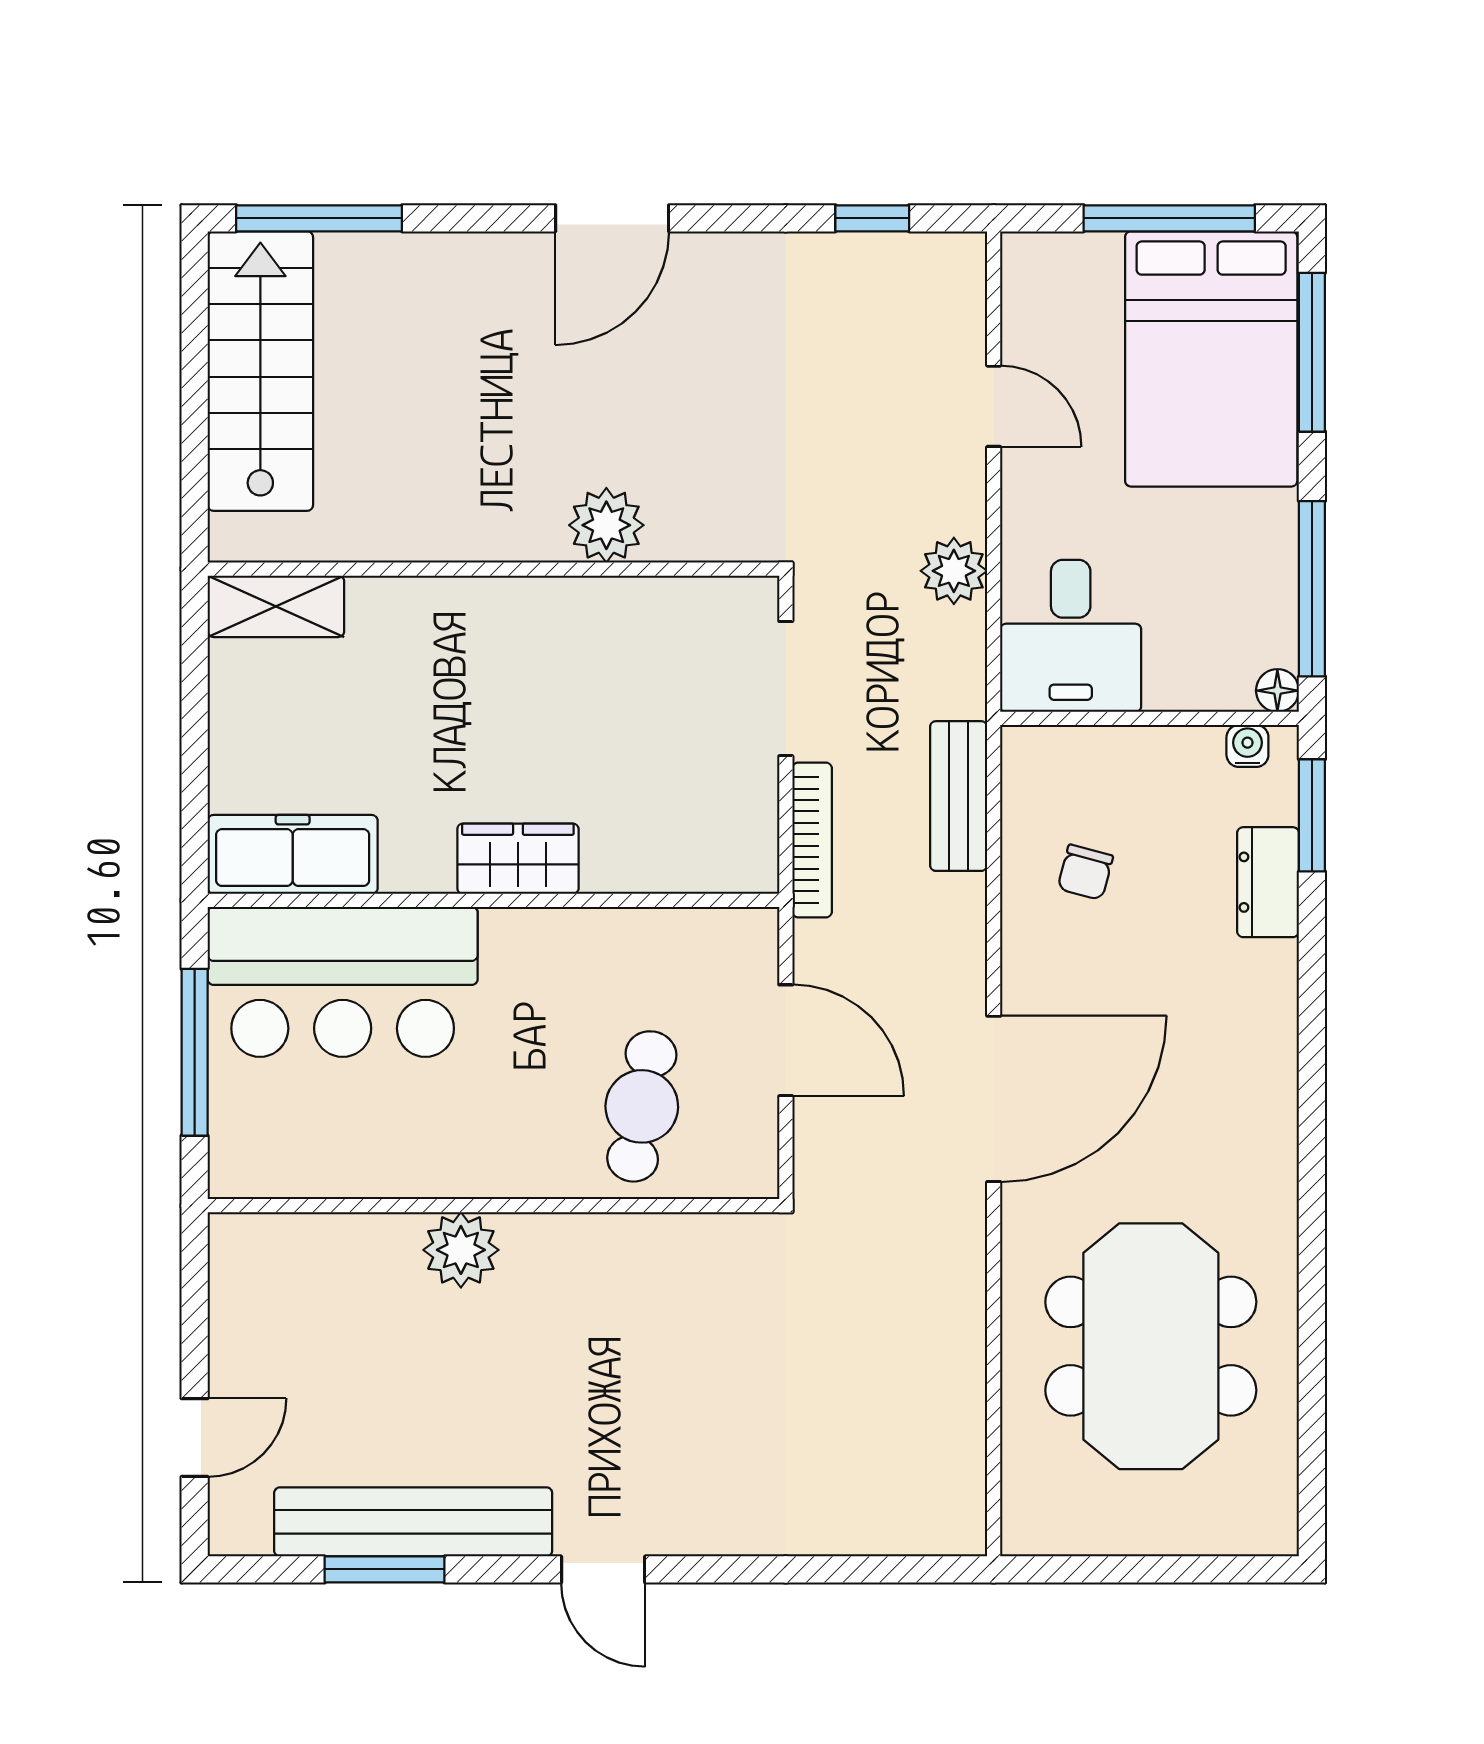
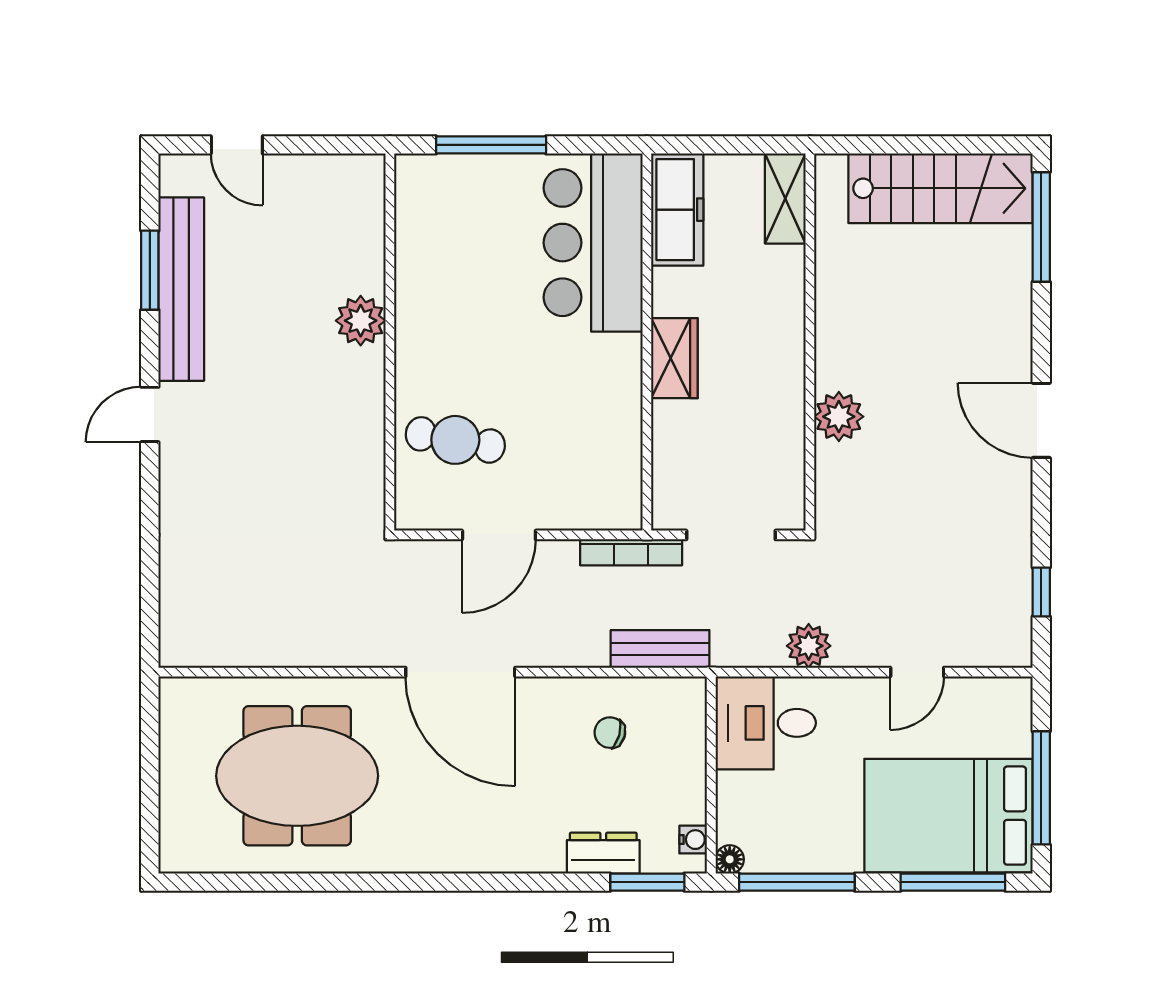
freezer: (293, 854) -> (677, 210), moved
wardrobe: (518, 859) -> (674, 358), moved
wall: (493, 900) -> (647, 342), moved
bar counter: (343, 982) -> (593, 243), moved

